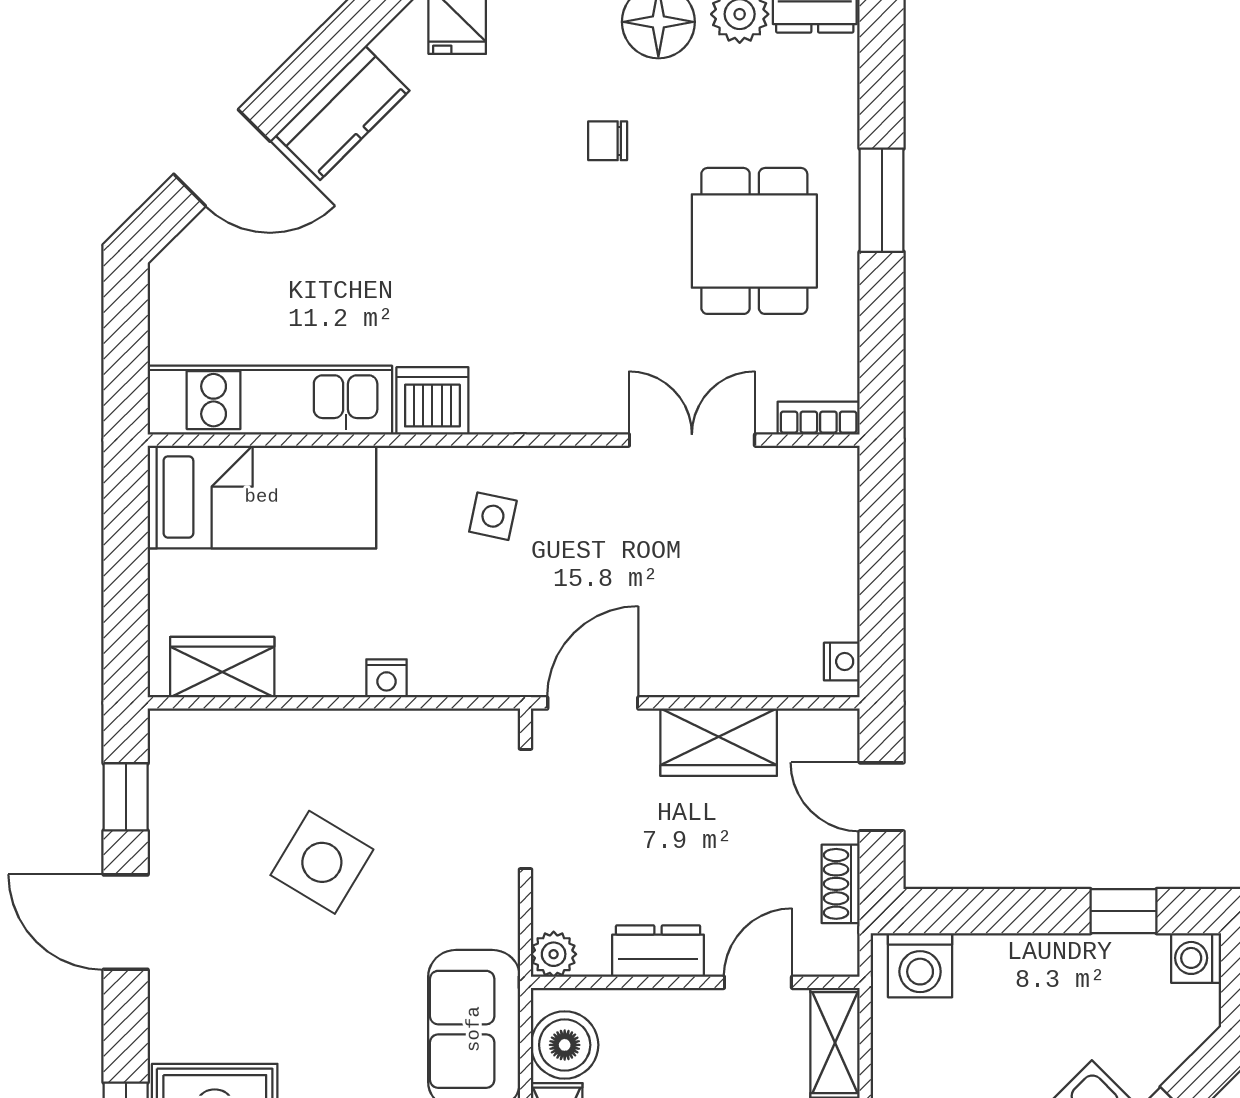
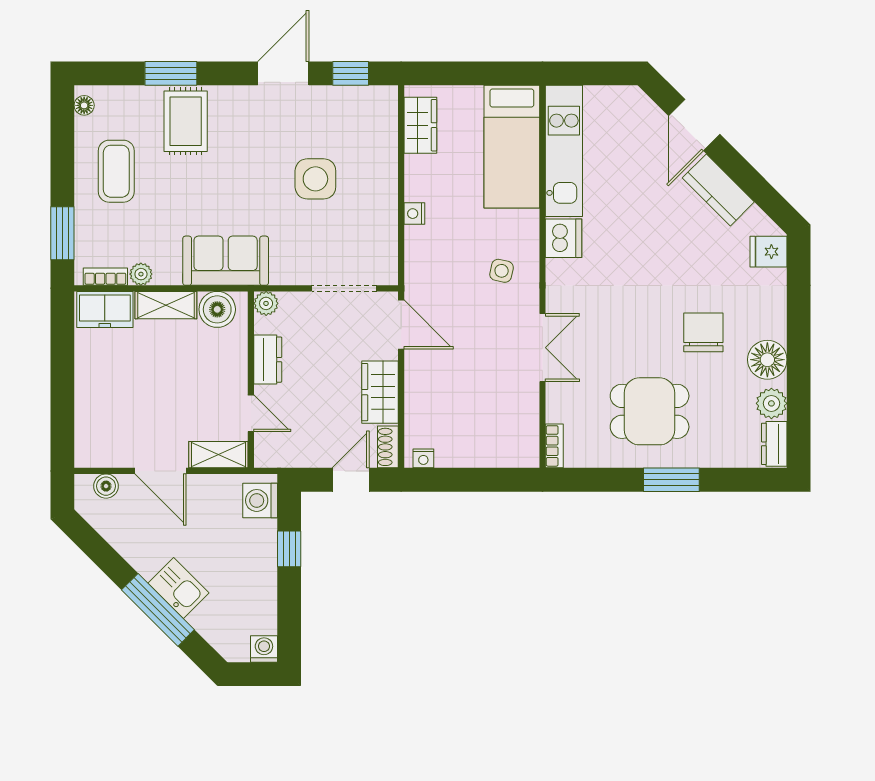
chair: (608, 141) -> (703, 332), width x1.87, depth x1.87
double door: (692, 440) -> (542, 348), moved
side table: (322, 862) -> (315, 179), turned -31
shoe rack: (841, 884) -> (388, 447), moved, turned -90
window: (1124, 911) -> (289, 549), moved

